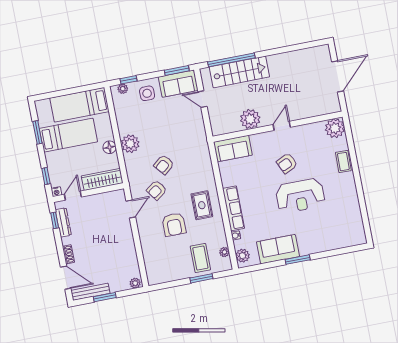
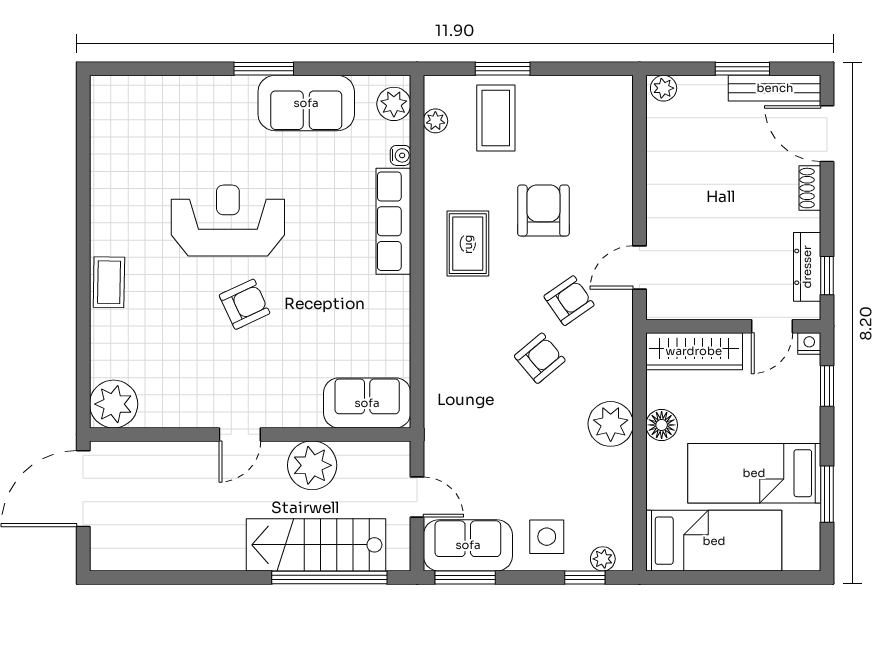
plant: (250, 119) -> (312, 465), moved
door: (282, 126) -> (240, 434), moved
wall: (278, 127) -> (250, 434), moved
plant: (335, 128) -> (114, 404), moved
sofa: (233, 148) -> (367, 403), moved

